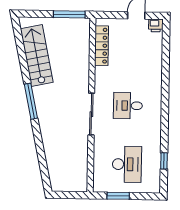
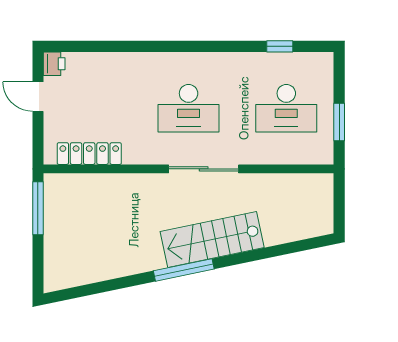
stairs: (37, 56) -> (212, 240), moved
desk: (128, 106) -> (189, 108), width x1.37
desk: (127, 164) -> (286, 108), turned 180

